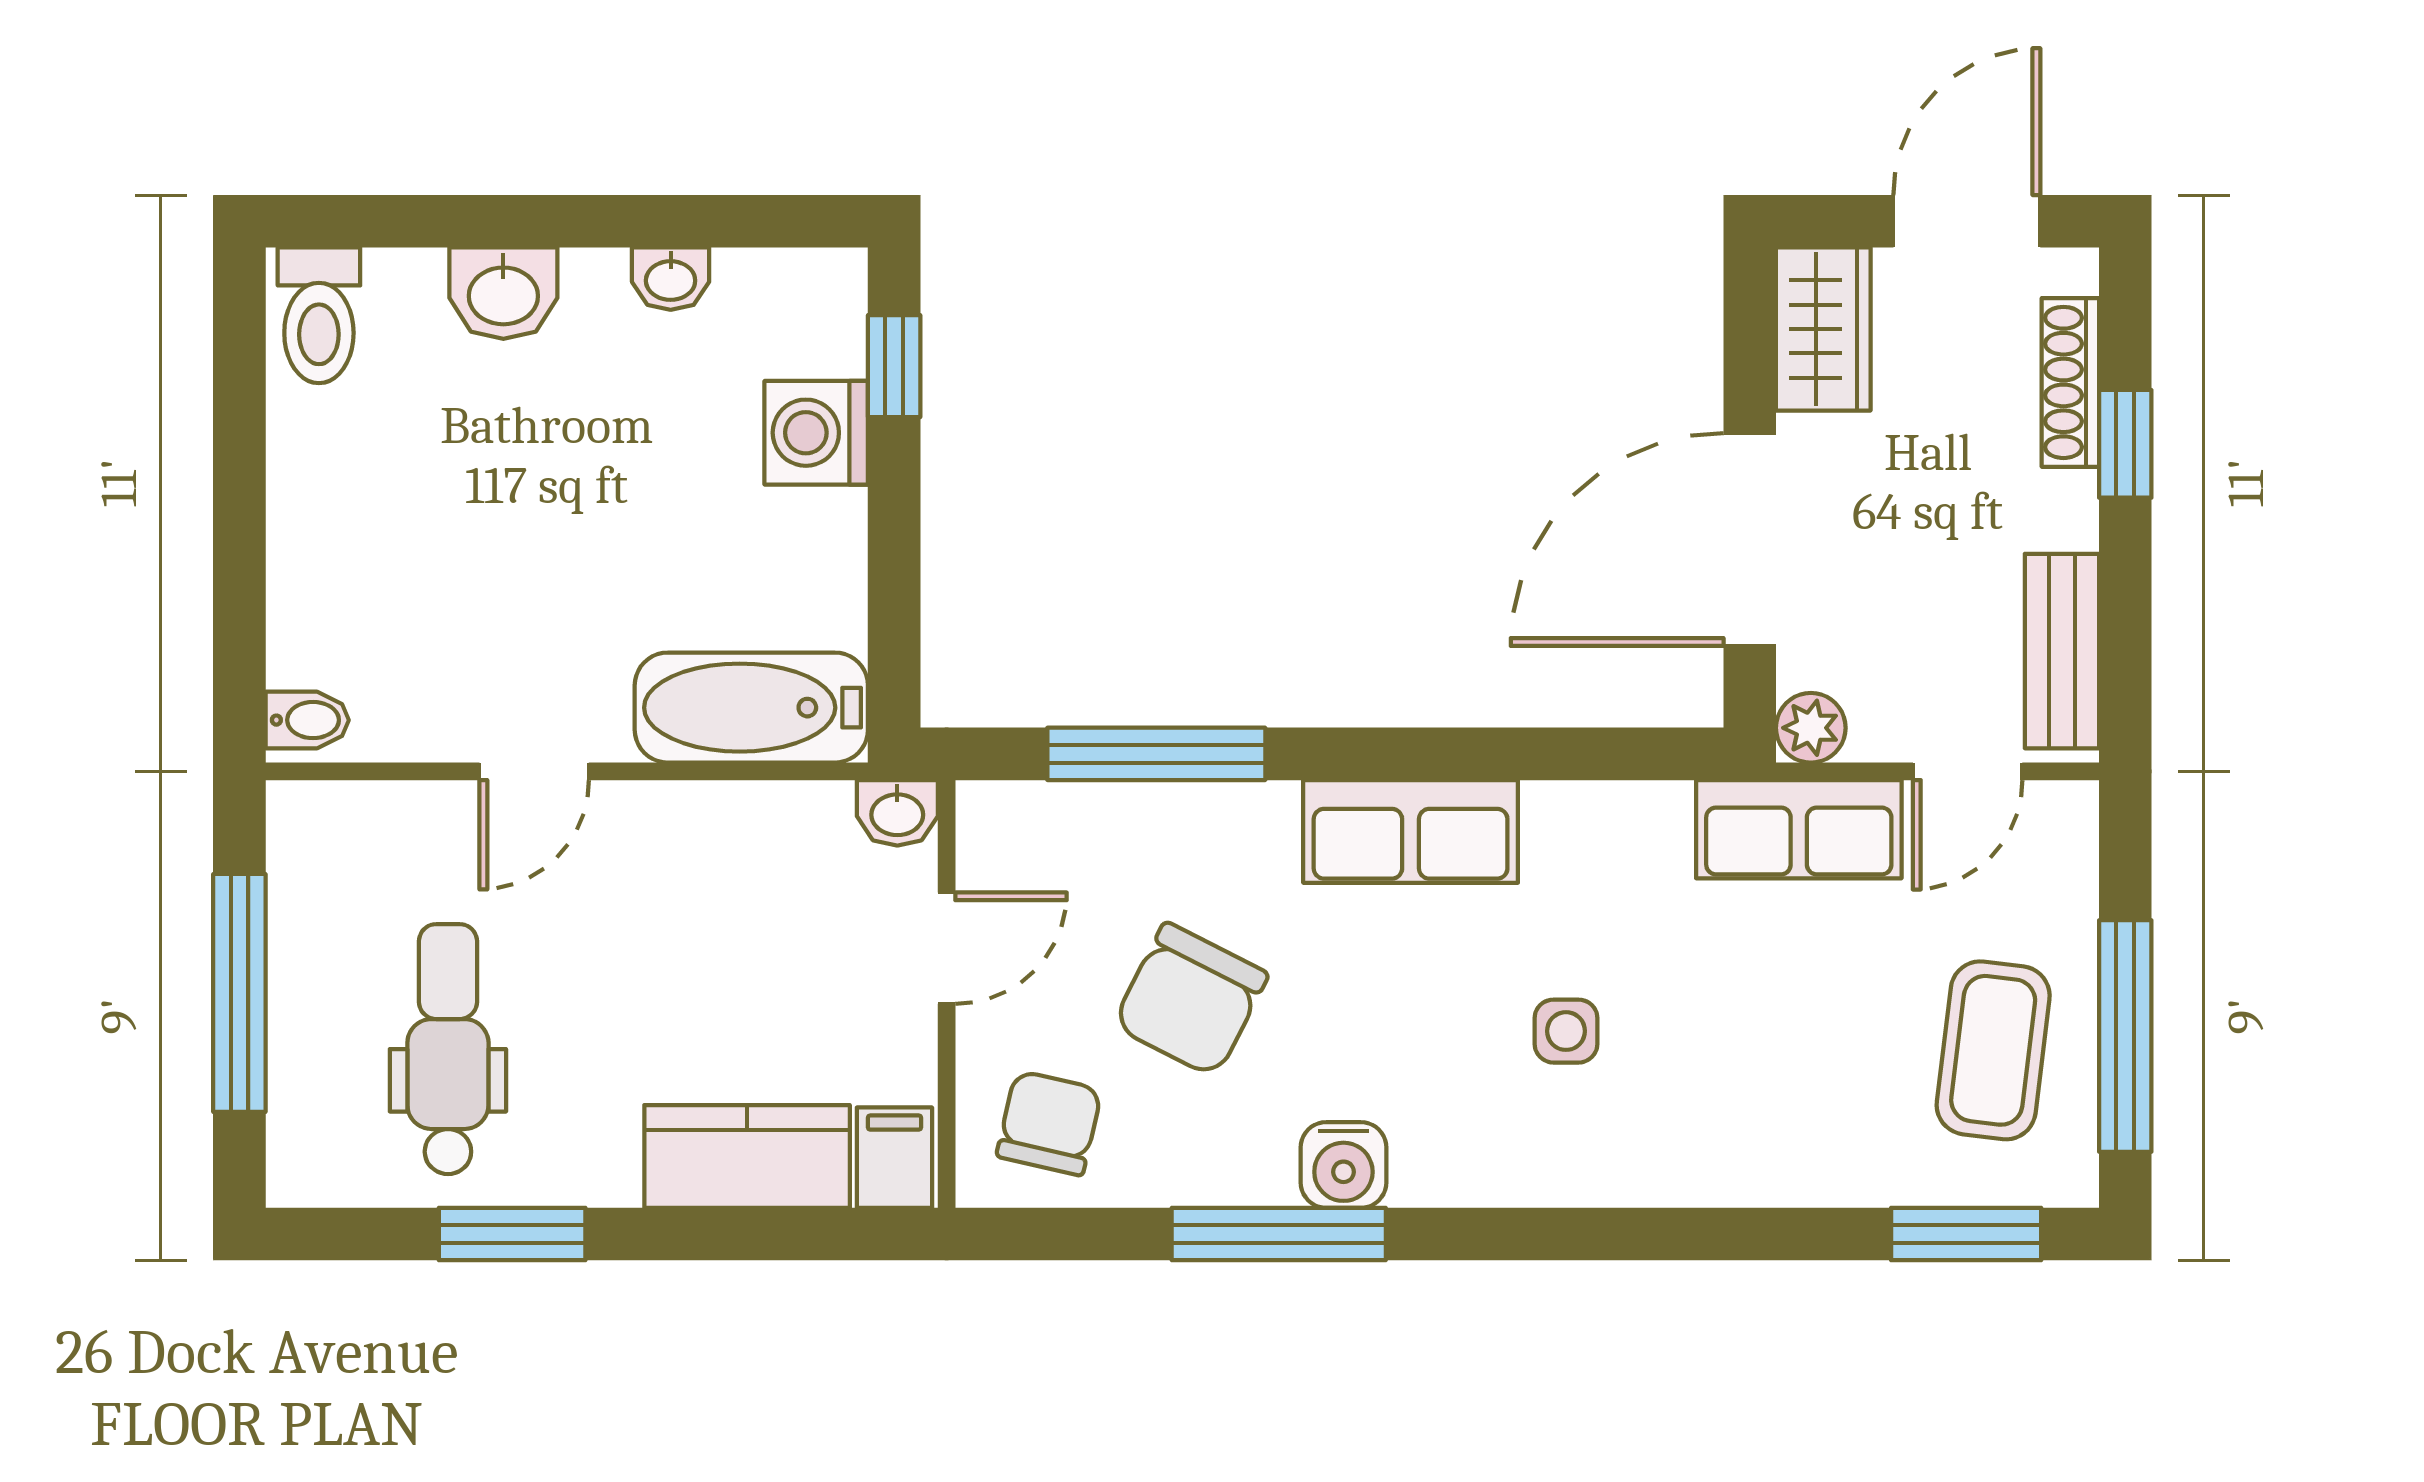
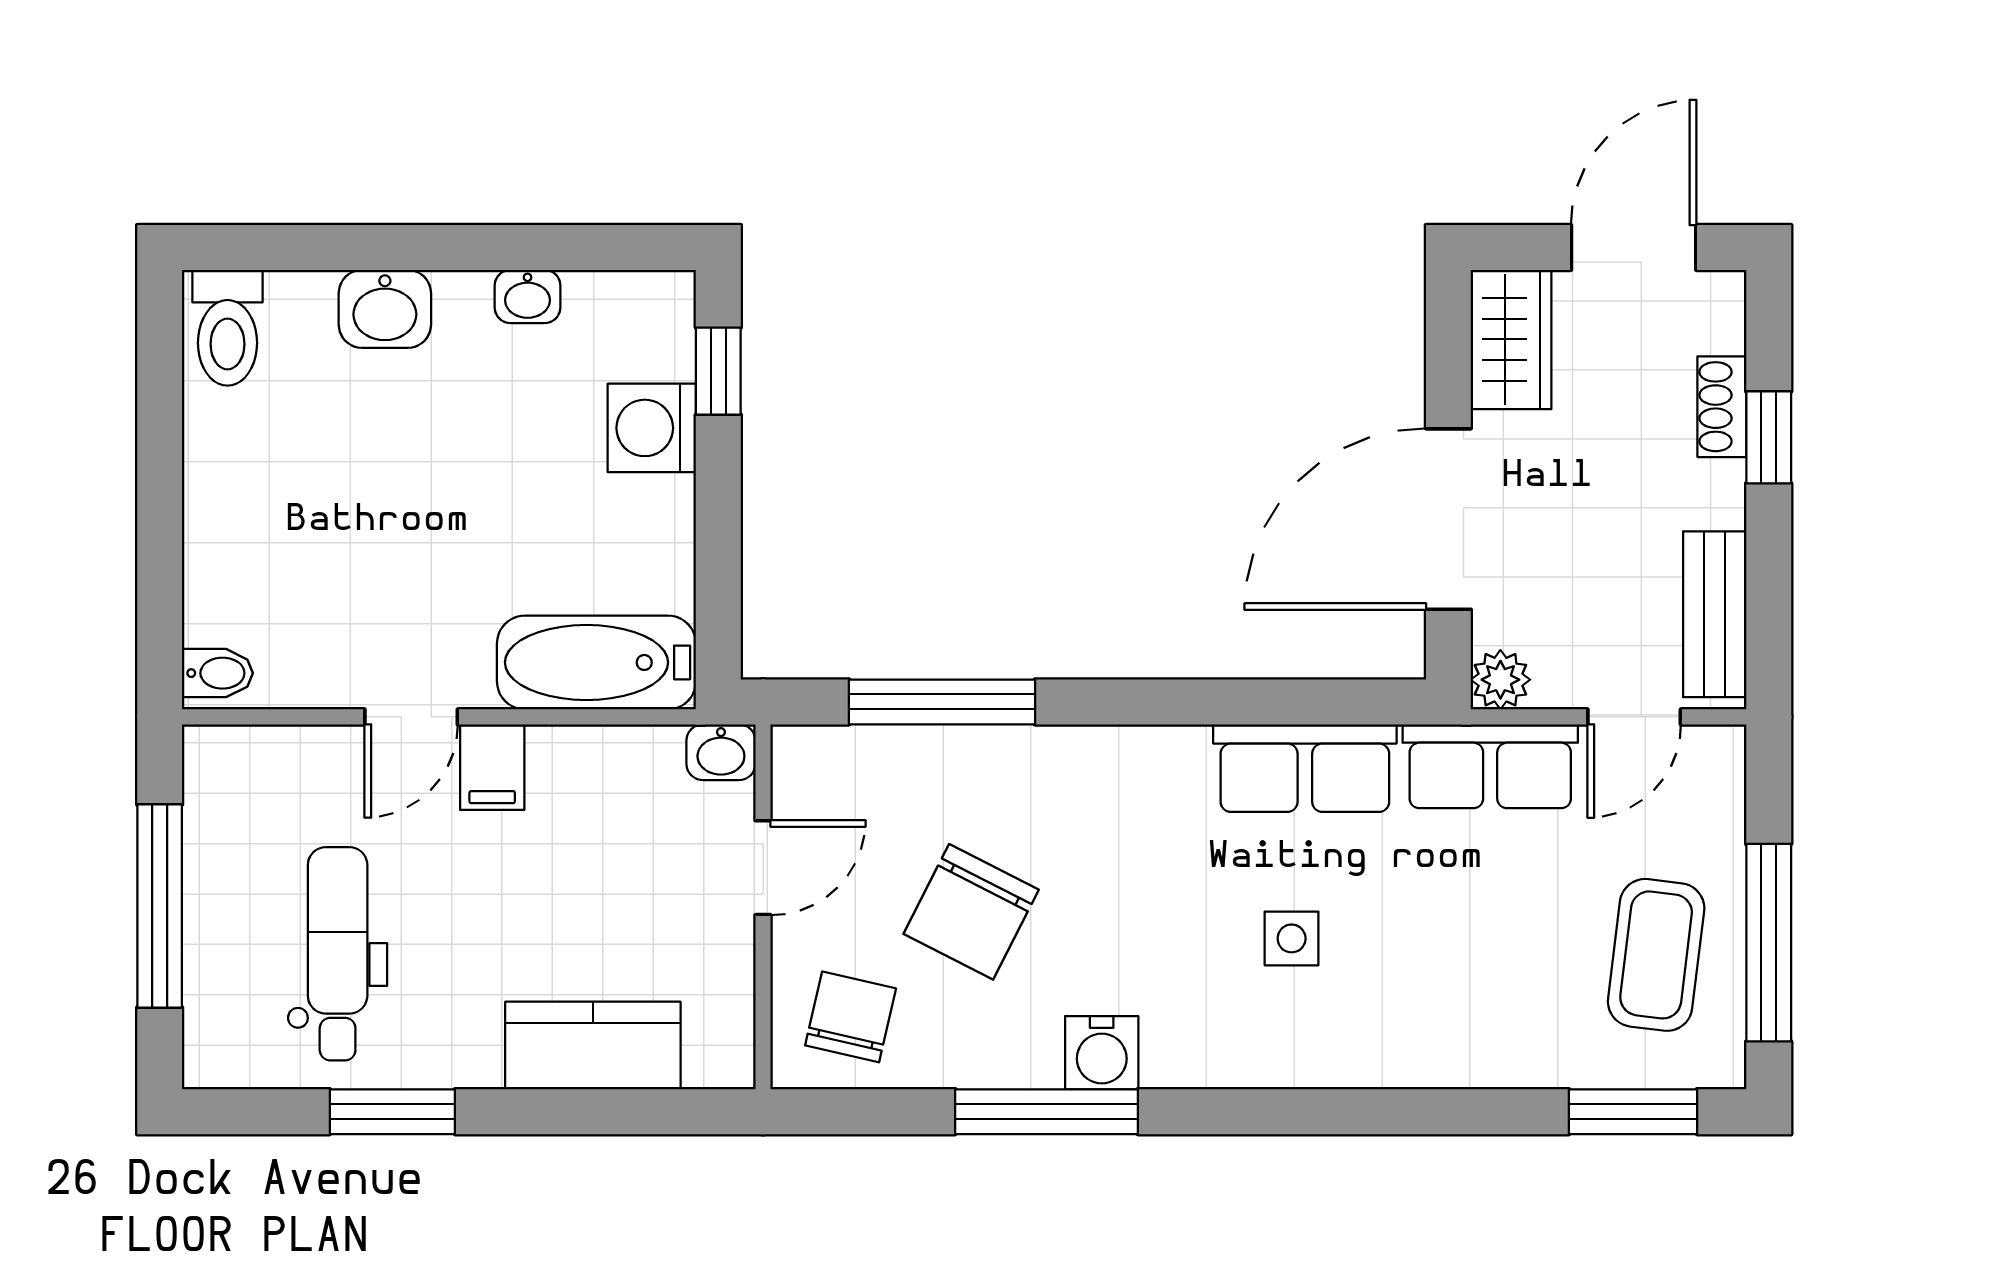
shoe rack: (2070, 382) -> (1722, 407), width x0.70
row of seats: (1411, 831) -> (1305, 768), moved
filing cabinet: (894, 1158) -> (492, 767), moved, turned 180

